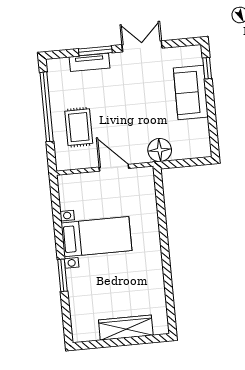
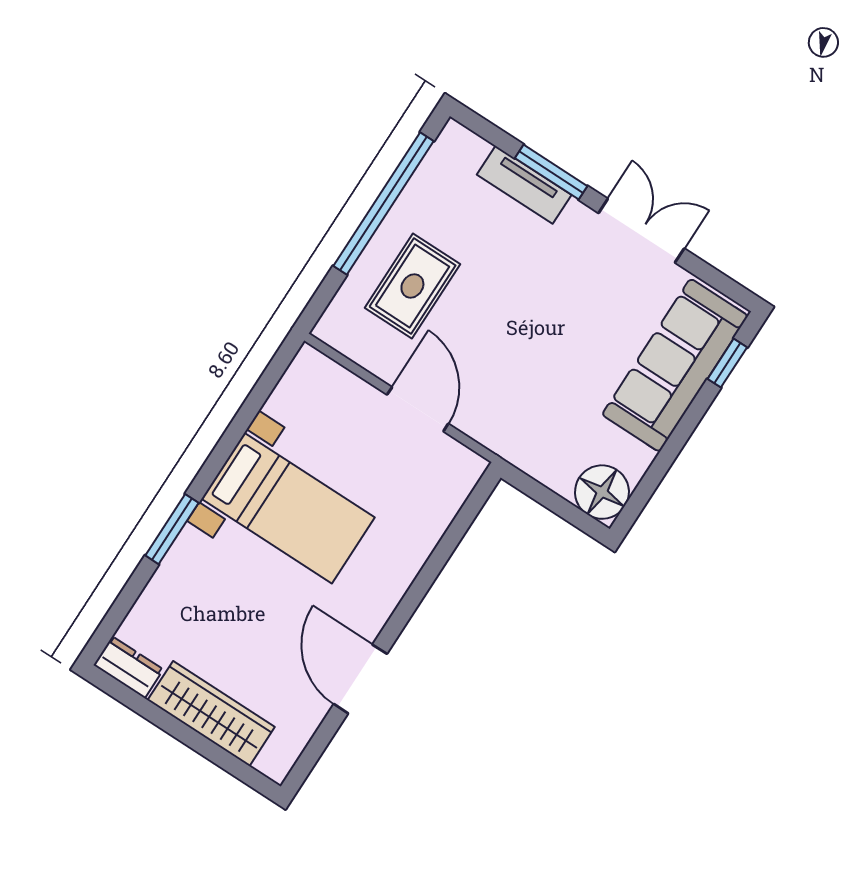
sofa: (191, 93) -> (675, 365), width x1.36
floor lamp: (160, 150) -> (602, 492), moved
door: (167, 275) -> (360, 679), added
dresser: (85, 334) -> (128, 667), added

